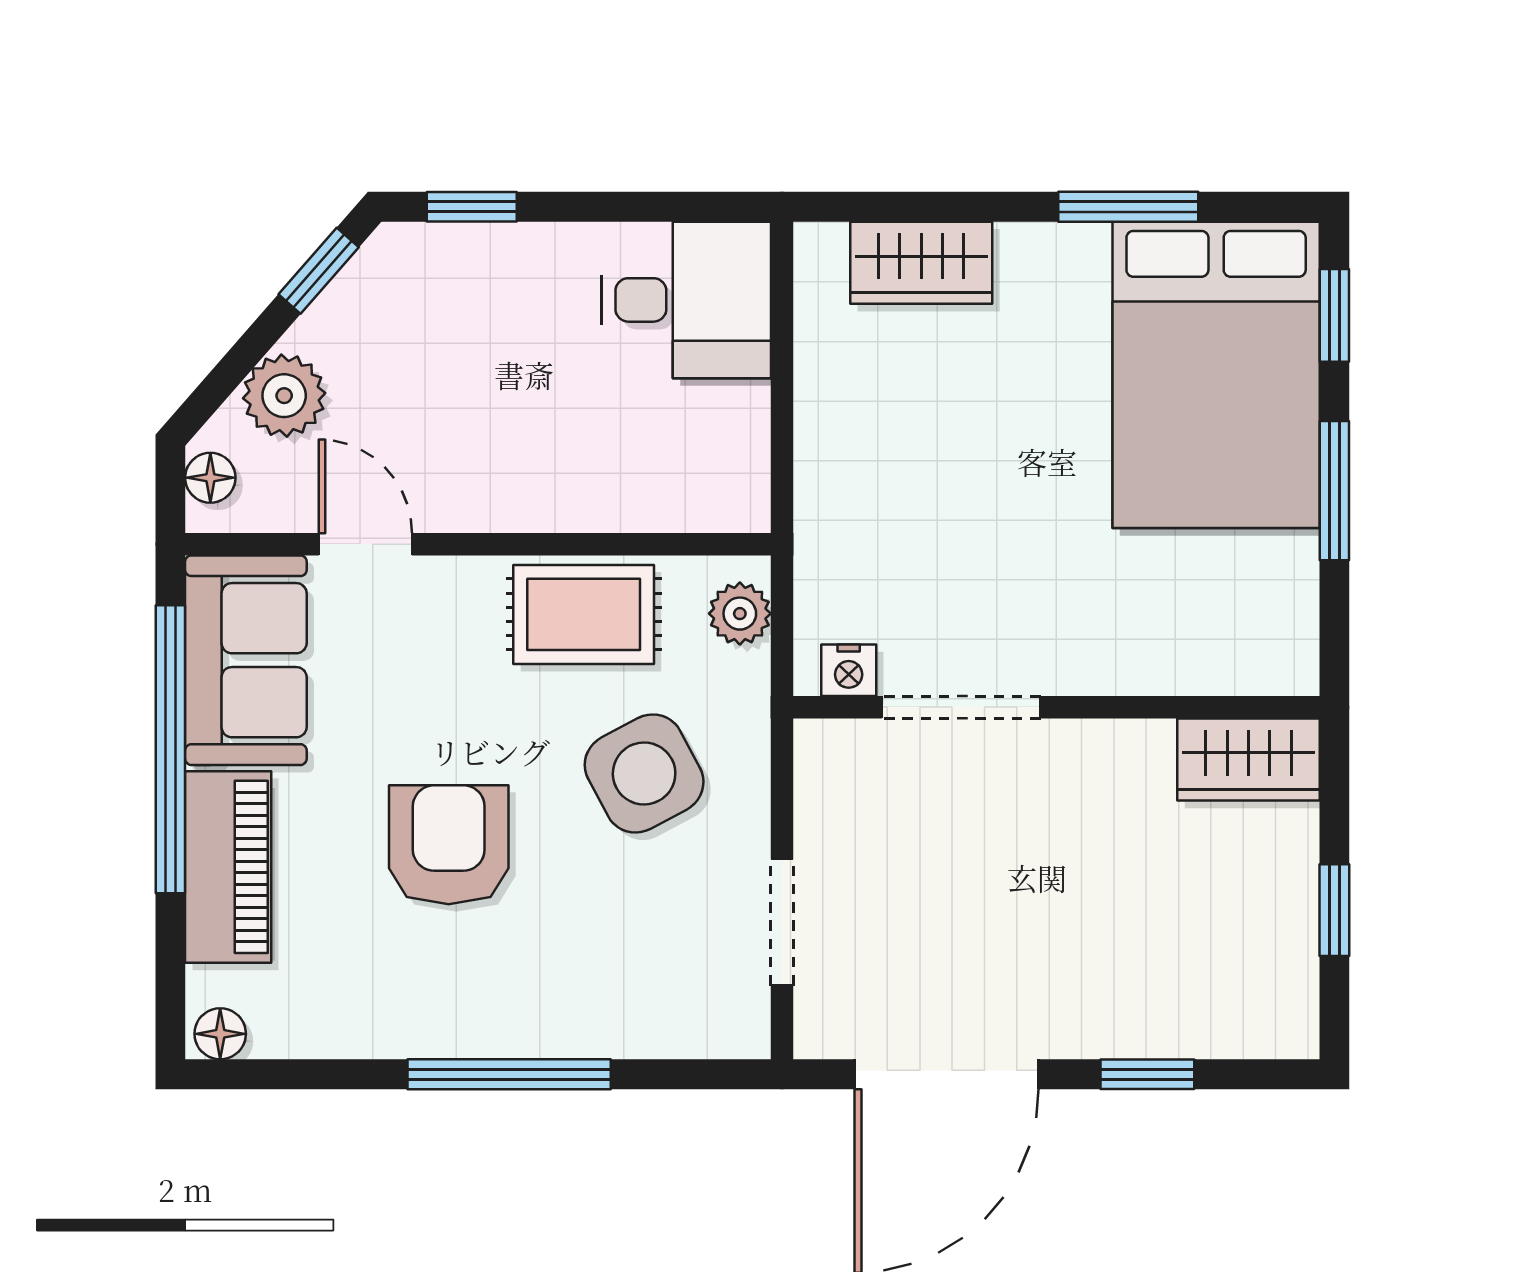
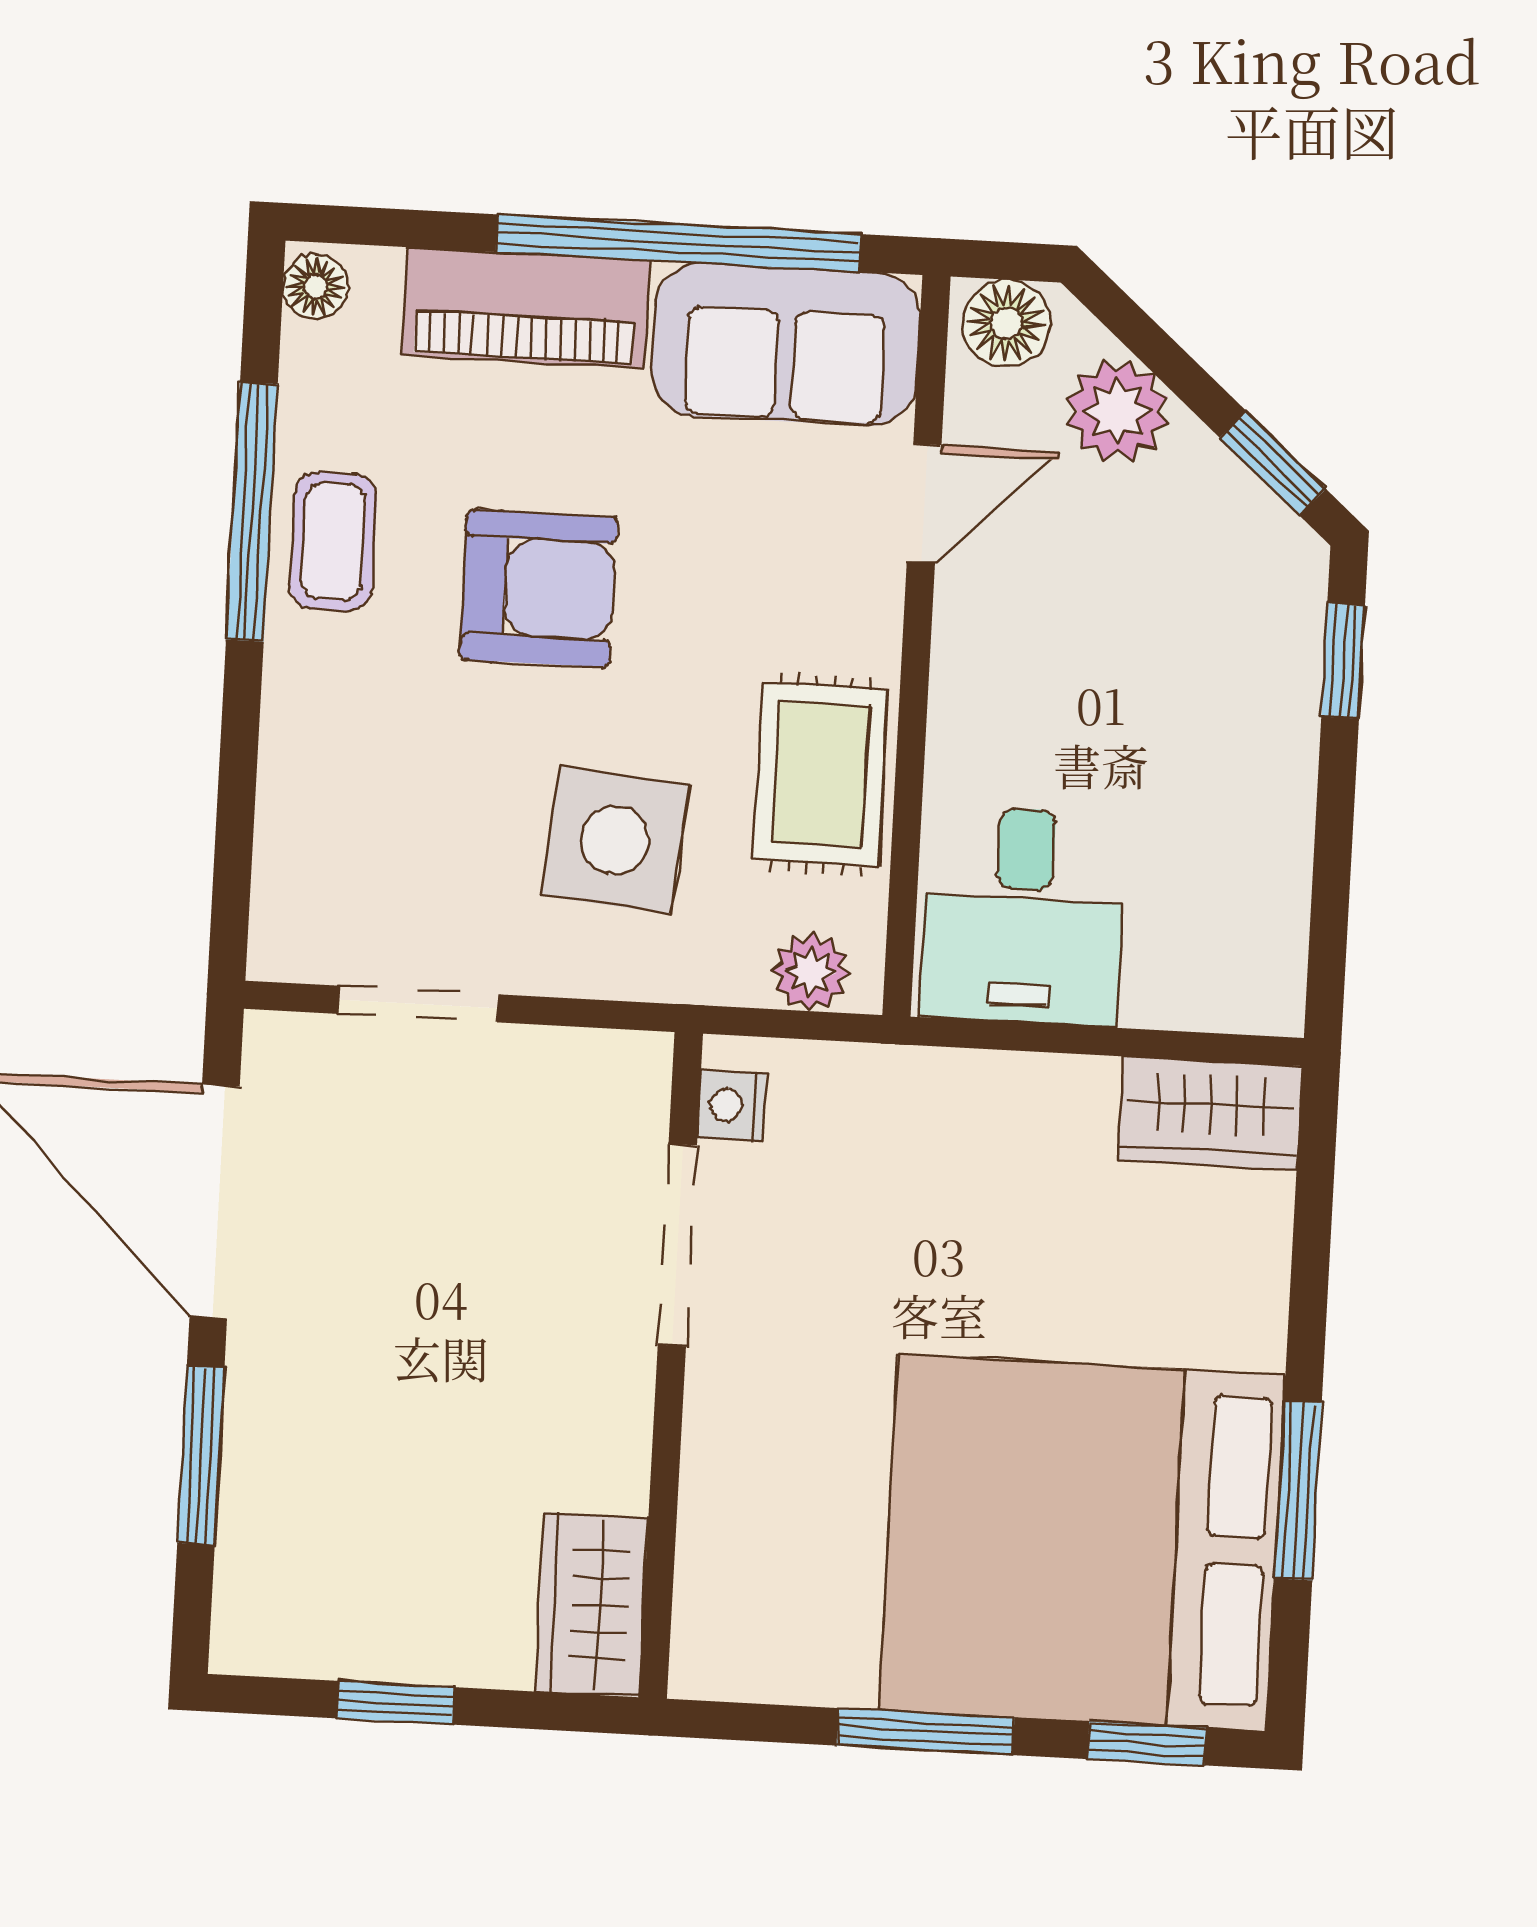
wardrobe: (921, 263) -> (1210, 1113), moved, turned -90
desk: (686, 300) -> (1023, 916), moved
bed: (1216, 375) -> (1082, 1543), width x1.36
floor lamp: (210, 478) -> (1006, 323), width x1.37, depth x1.37
side table: (644, 773) -> (615, 840), turned 33
coffee table: (421, 1009) -> (333, 541), added
window: (509, 1074) -> (252, 512), moved
window: (1147, 1074) -> (201, 1455), width x1.50

